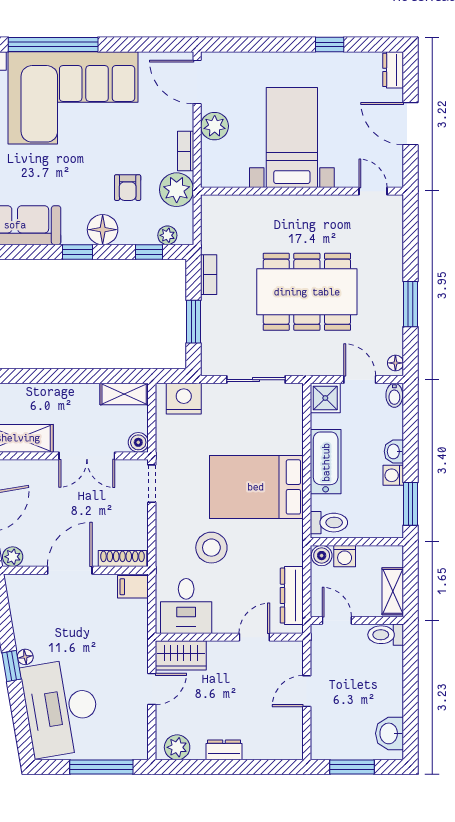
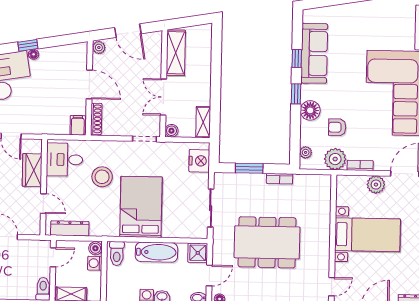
window: (149, 252) -> (297, 58), moved
dining table: (307, 292) -> (267, 242), turned 90
wardrobe: (181, 655) -> (32, 170), moved

